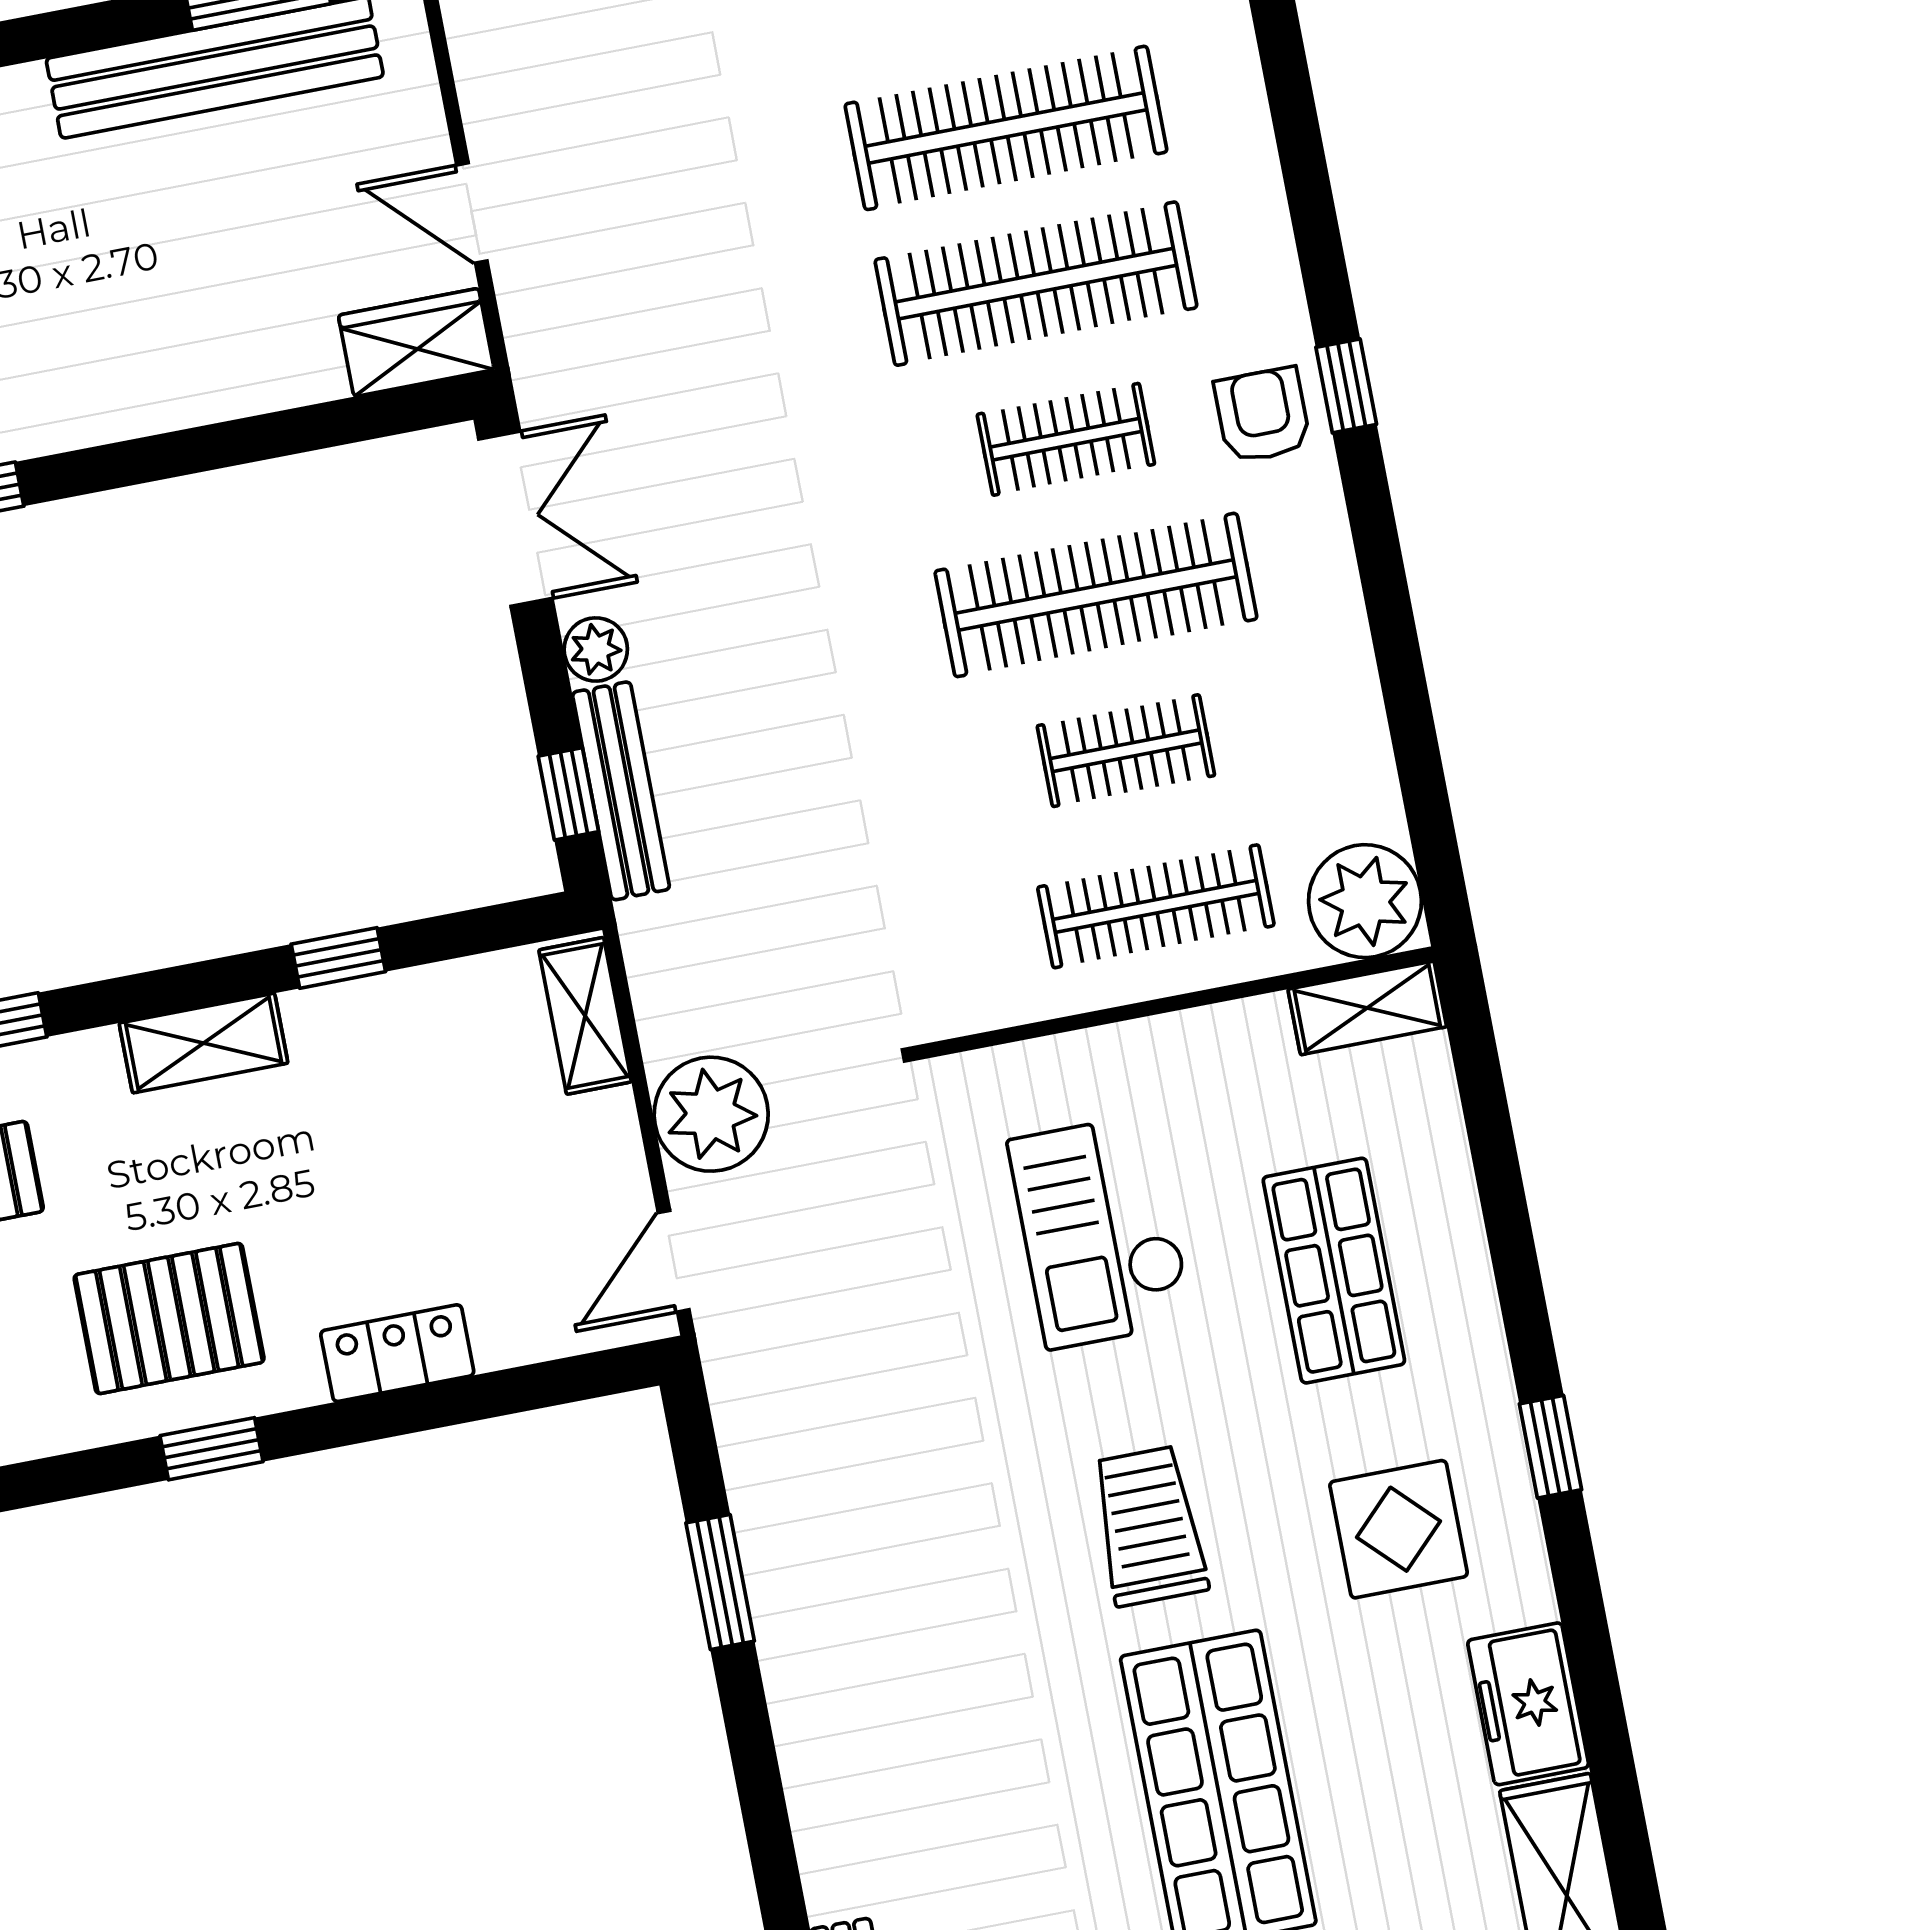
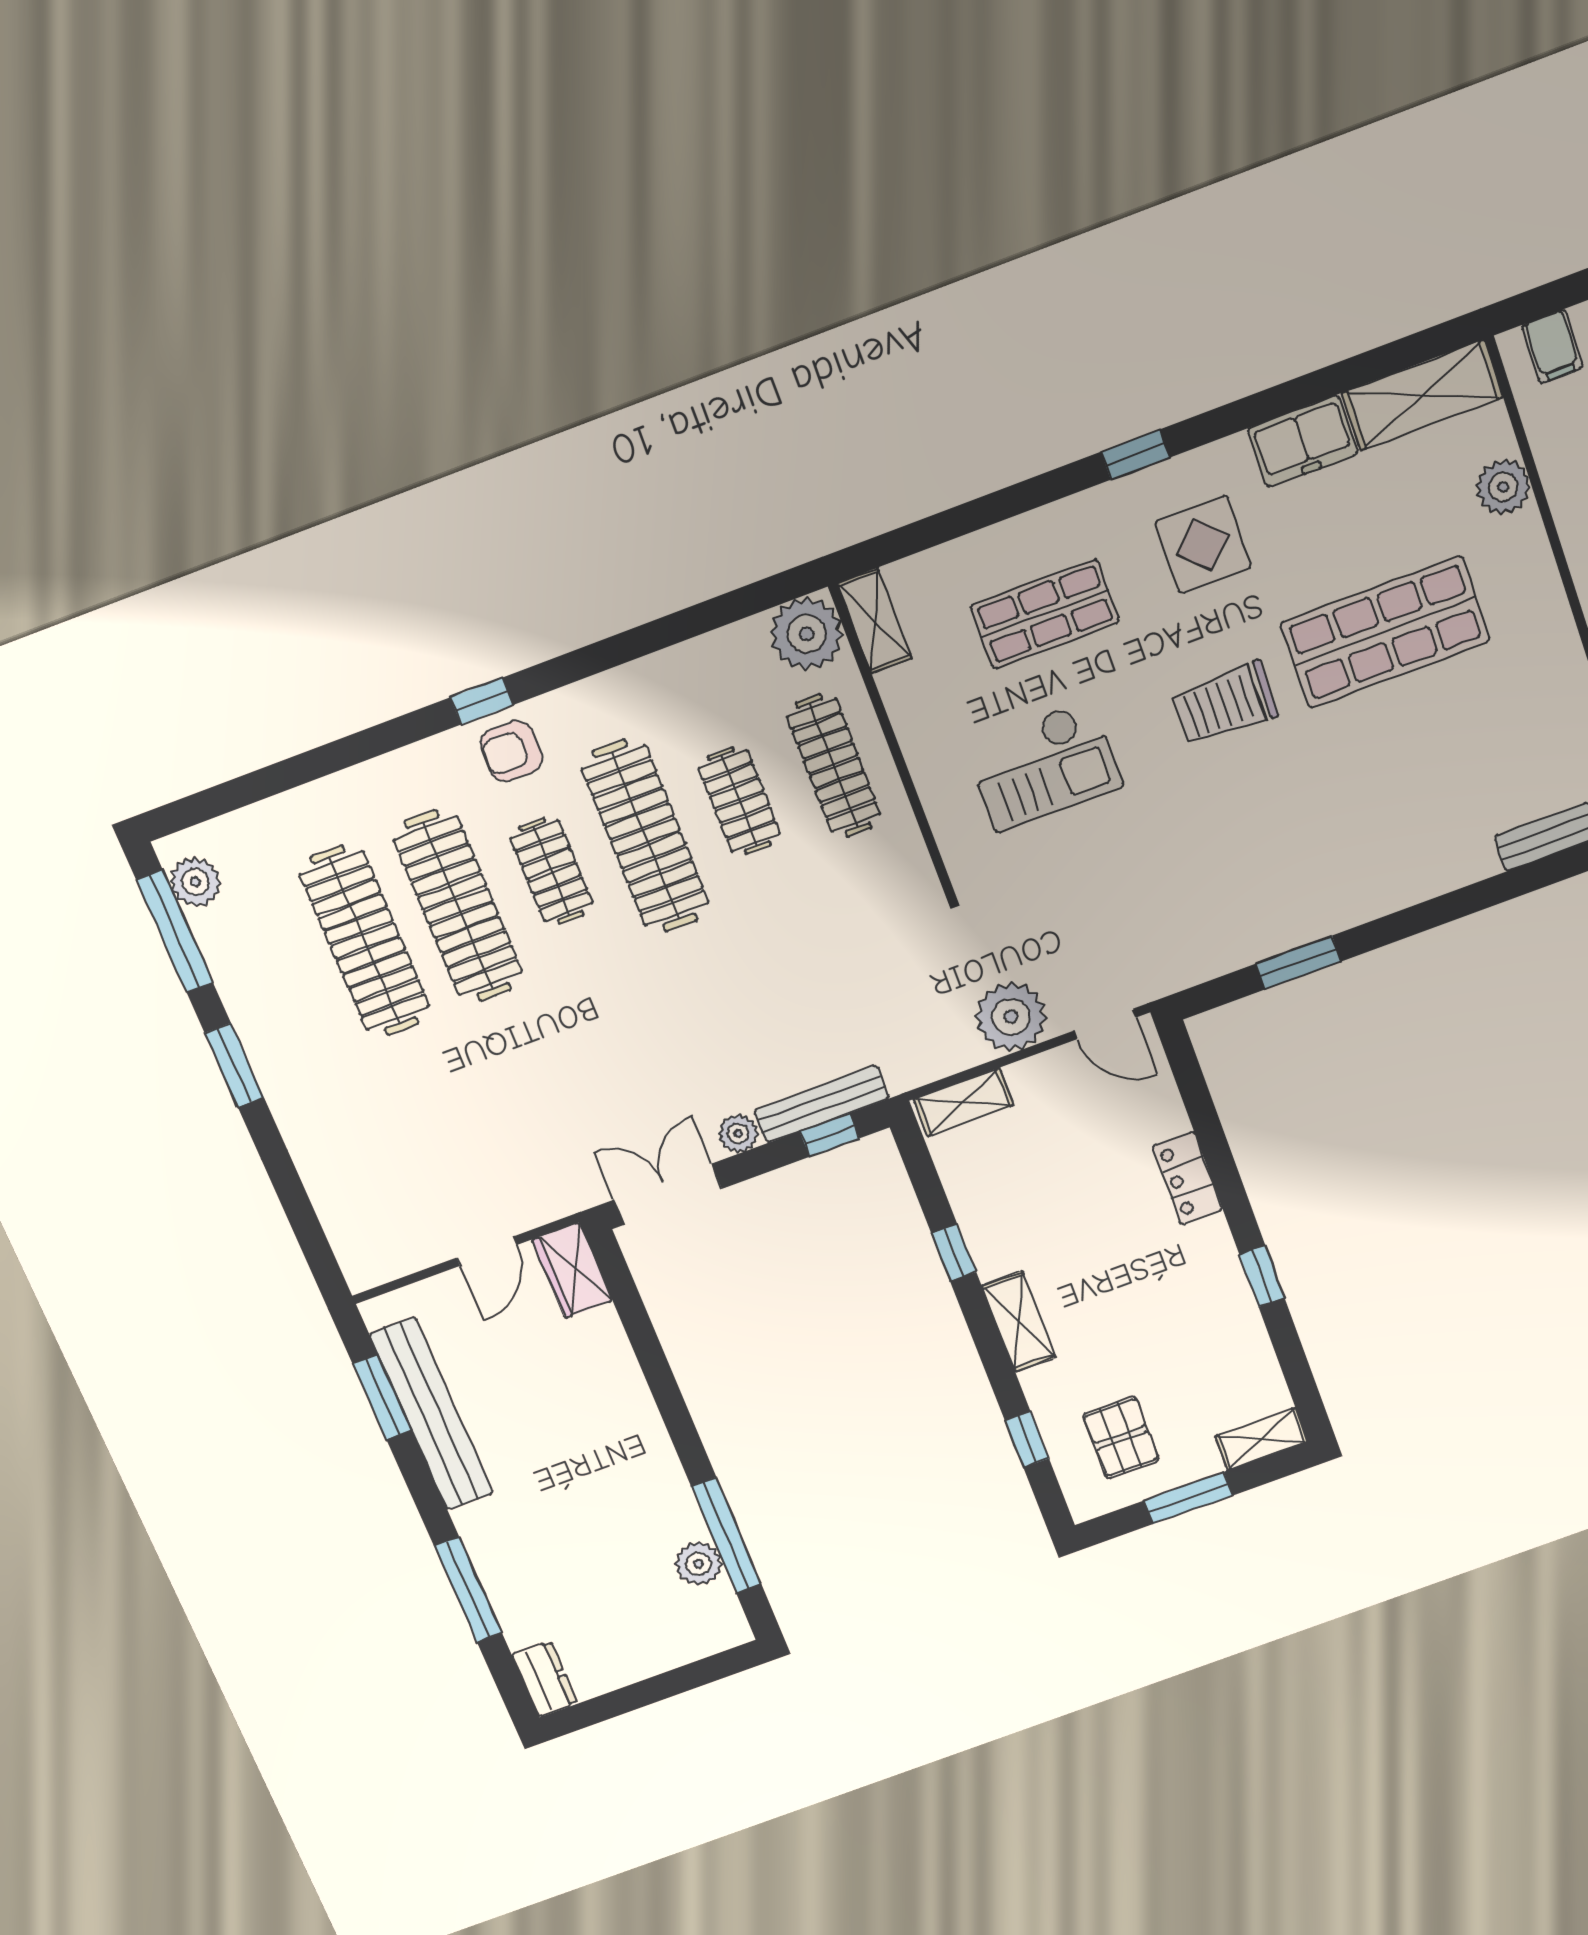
pallet: (169, 1318) -> (1187, 1314), removed

